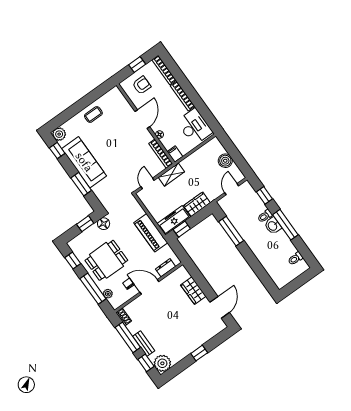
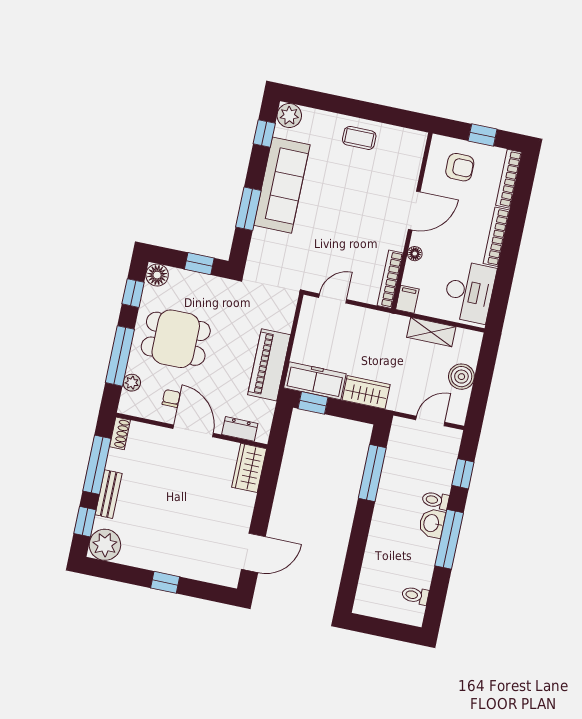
shelving: (171, 175) -> (431, 332), moved
floor lamp: (104, 224) -> (157, 275), moved
wardrobe: (193, 291) -> (249, 468), moved

